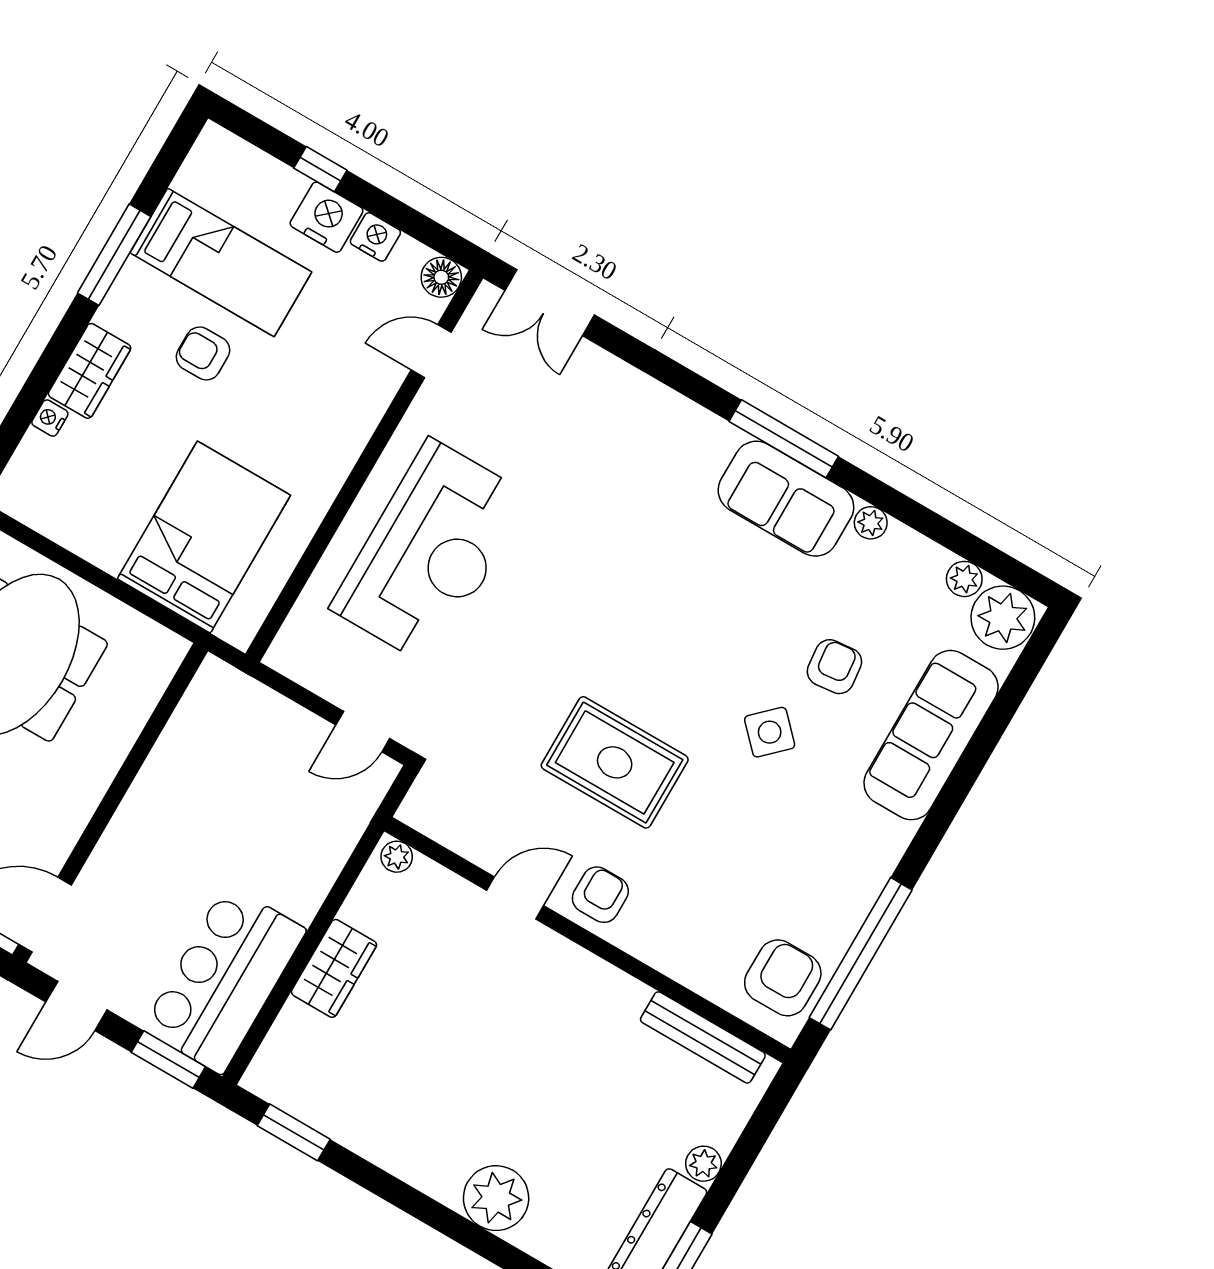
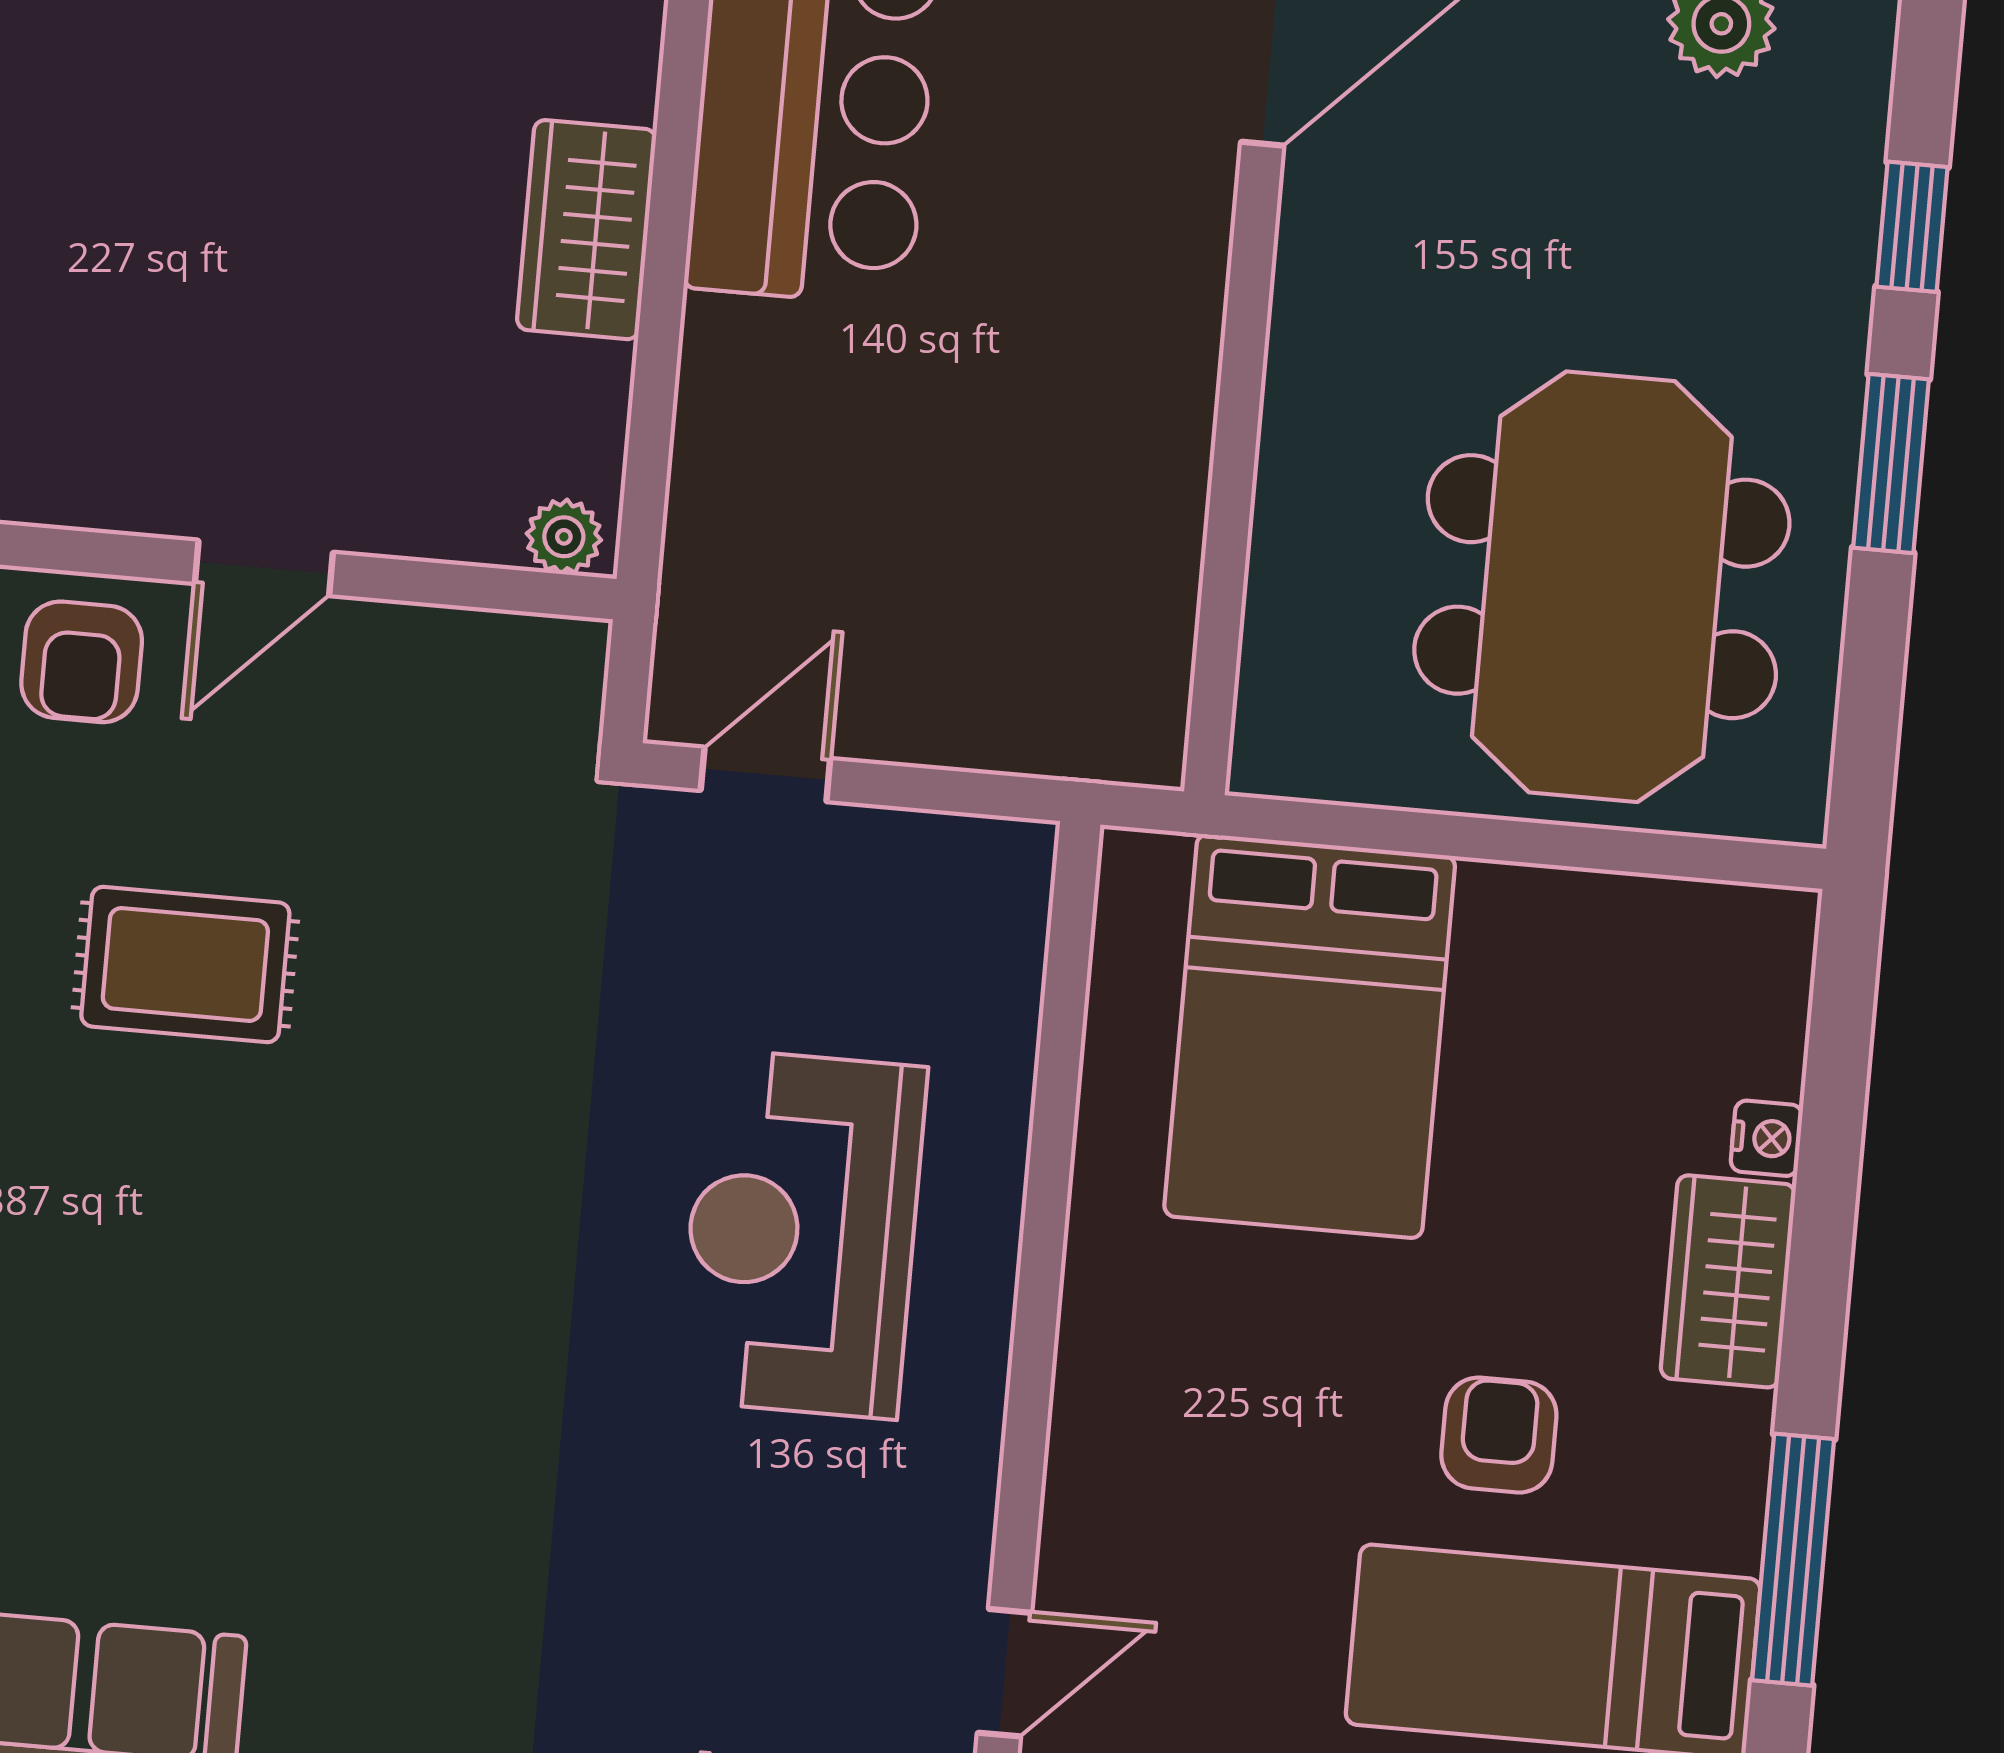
armchair: (203, 353) -> (1499, 1435), turned -90
reception desk: (430, 552) -> (802, 1234), width x0.74, depth x0.77
rug: (615, 762) -> (185, 964), width x0.73, depth x0.70

